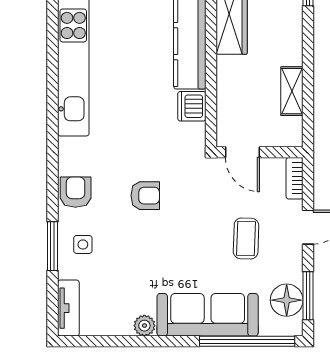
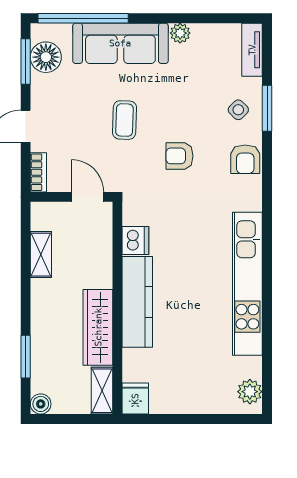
coffee table: (246, 239) -> (125, 120), moved
side table: (83, 244) -> (238, 110), turned 45

